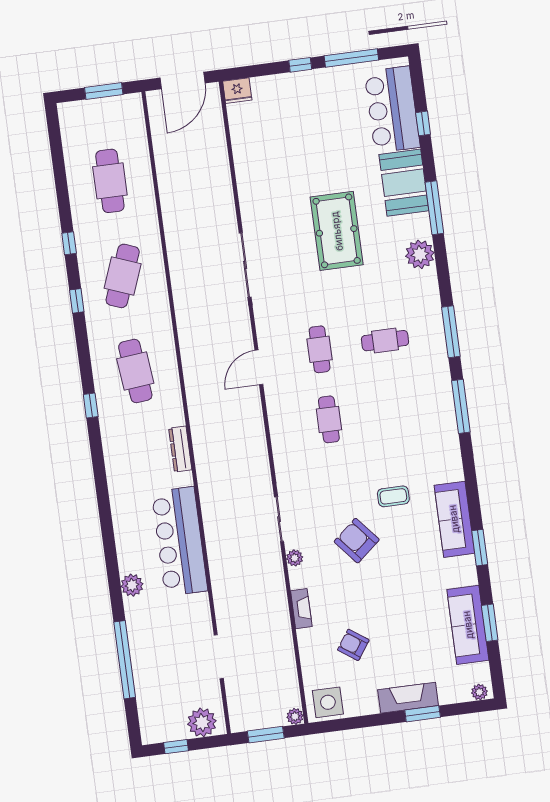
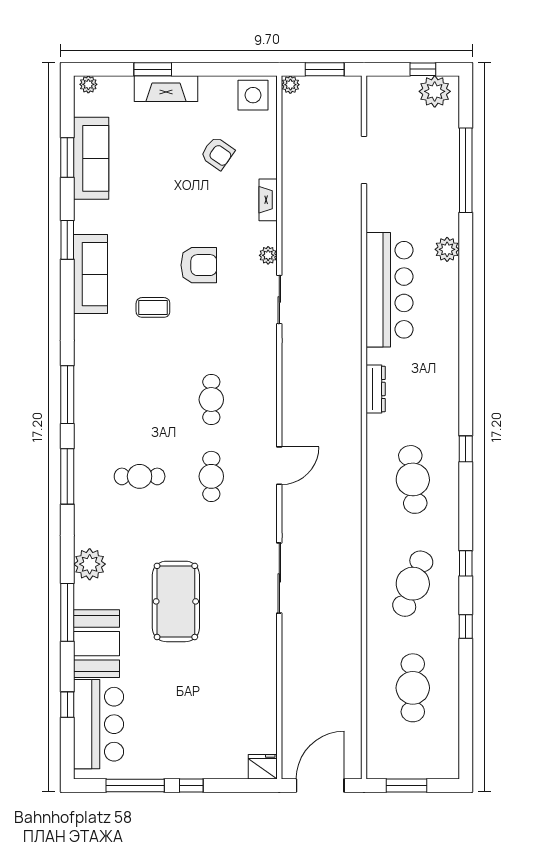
armchair: (357, 541) -> (199, 265), turned -50
plant: (202, 722) -> (435, 91), moved

